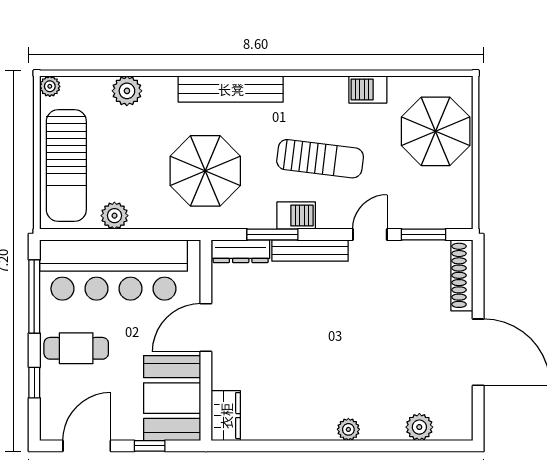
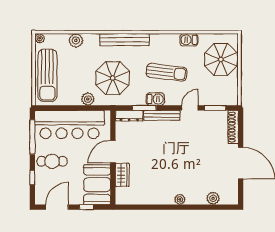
plant: (114, 216) -> (88, 99), moved
wardrobe: (226, 416) -> (122, 175), moved

